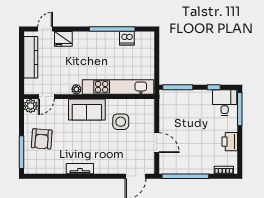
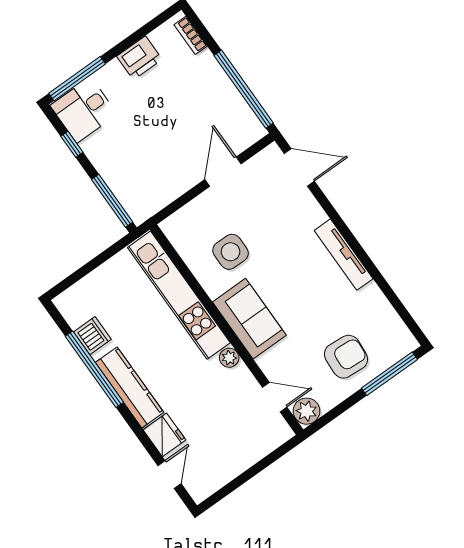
door: (45, 29) -> (169, 475), swing flipped
kitchen counter: (31, 57) -> (129, 387), moved, turned 90
tv unit: (80, 169) -> (344, 255), width x1.41

